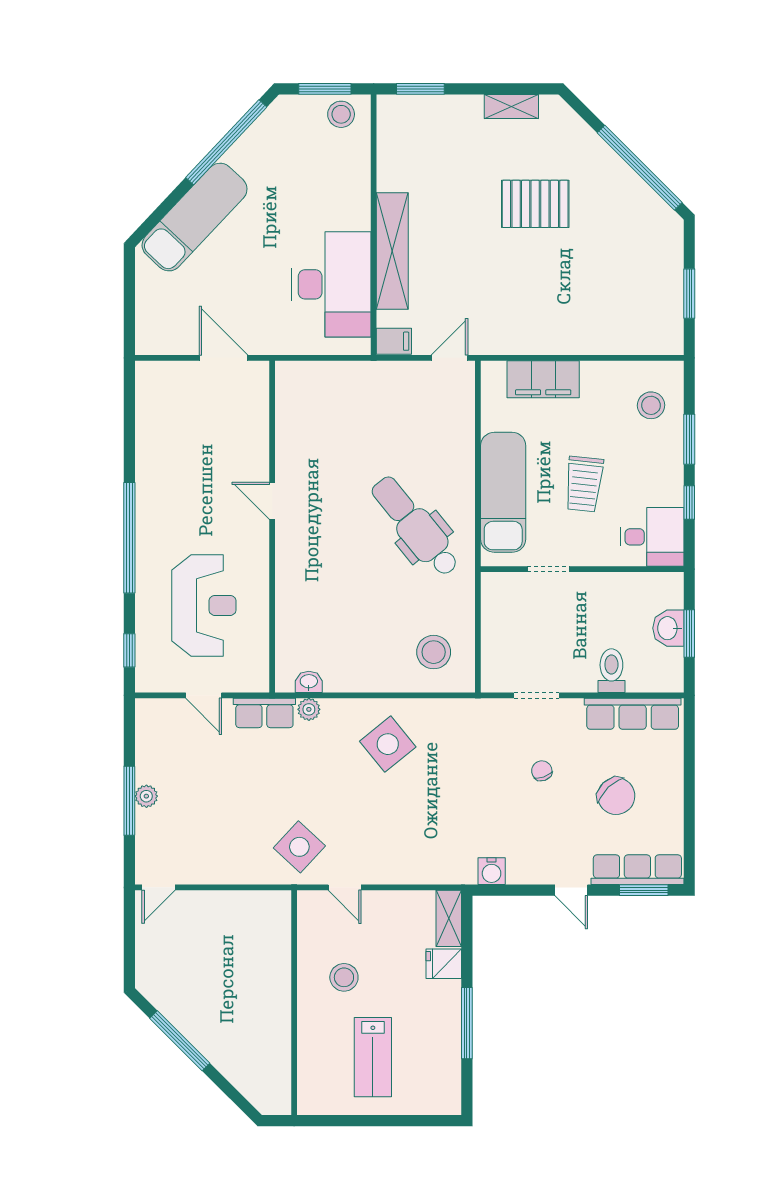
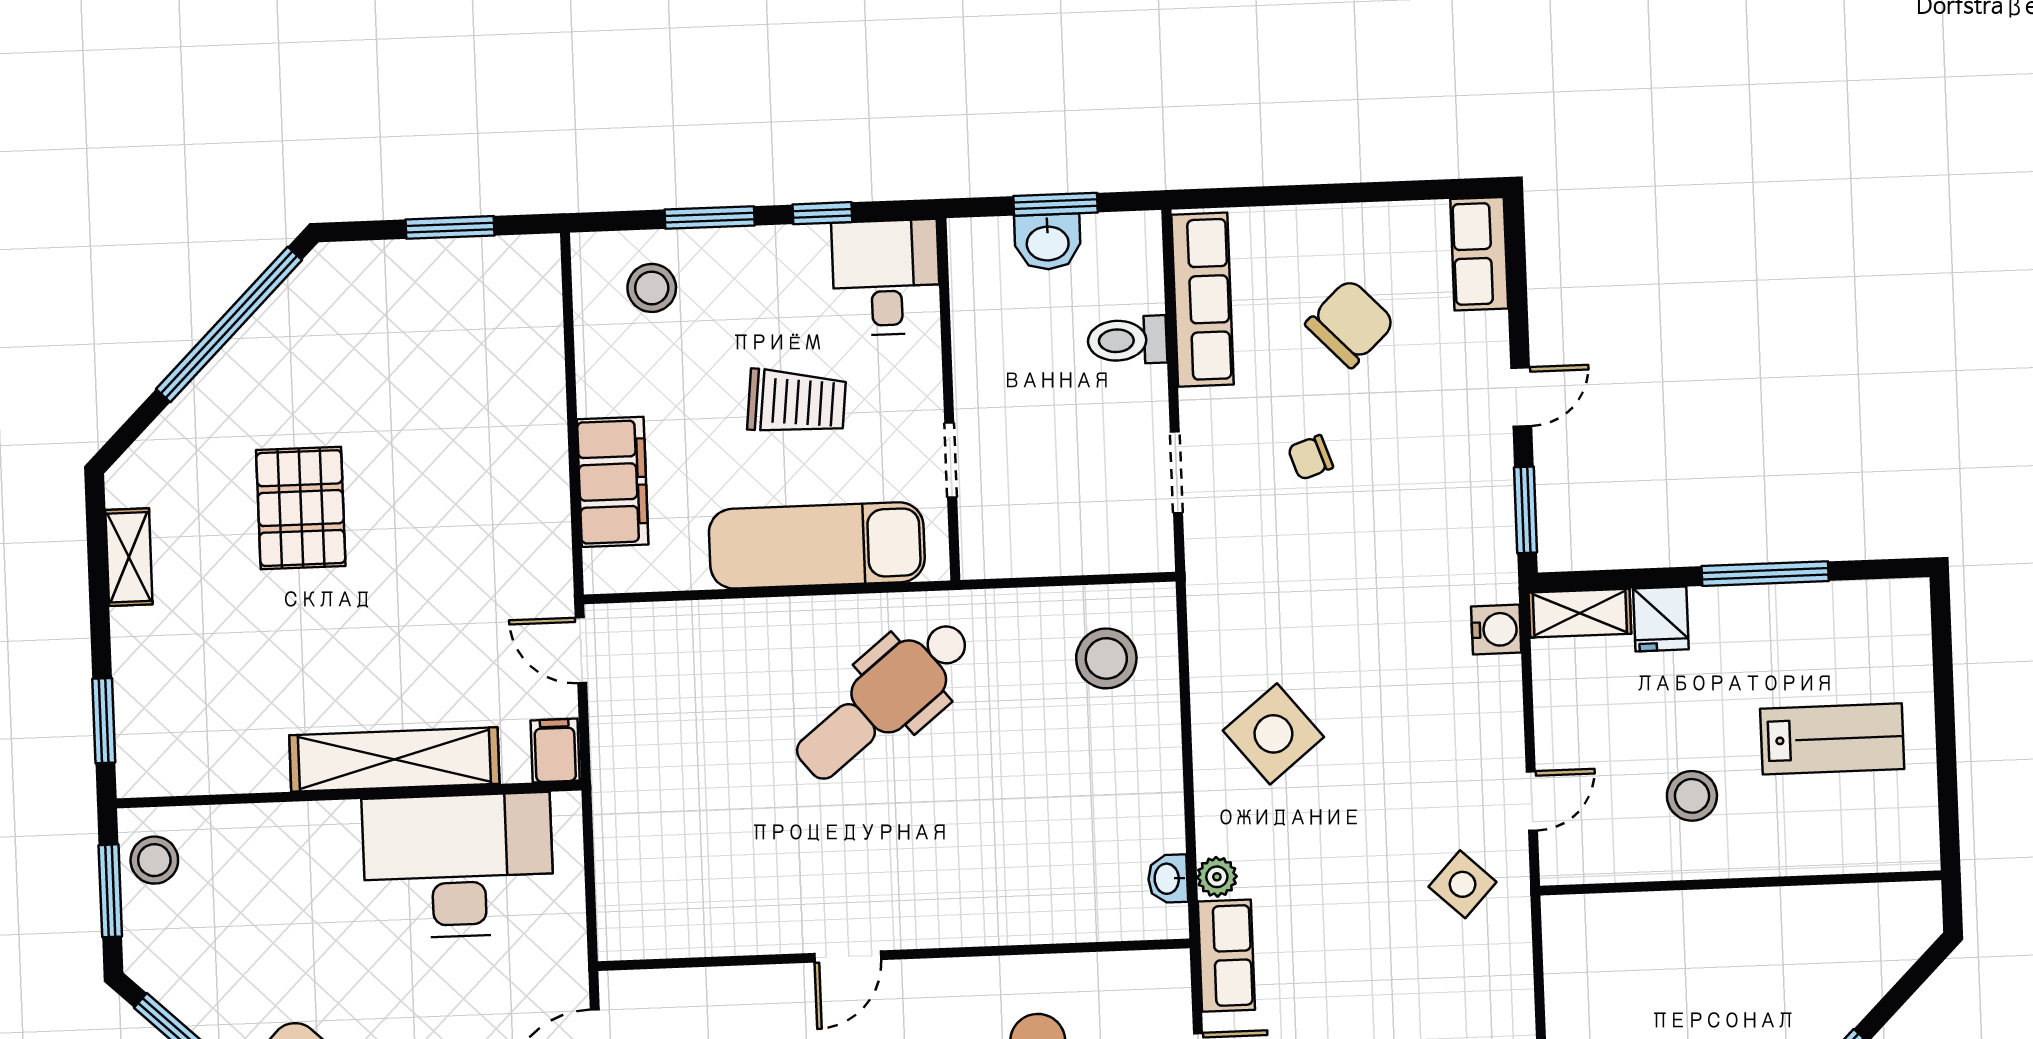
side table: (299, 847) -> (1463, 884), width x0.73, depth x0.73
row of seats: (637, 870) -> (1479, 254), width x0.68
water cooler: (492, 871) -> (1496, 629), moved
window: (644, 890) -> (1526, 510), moved

